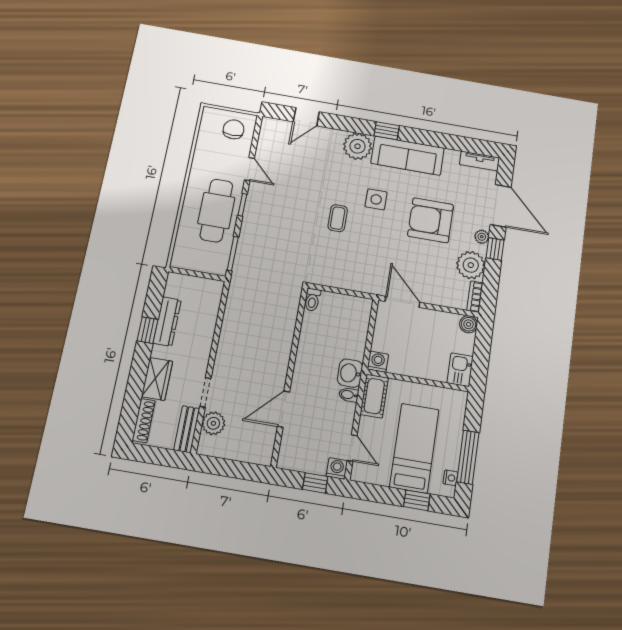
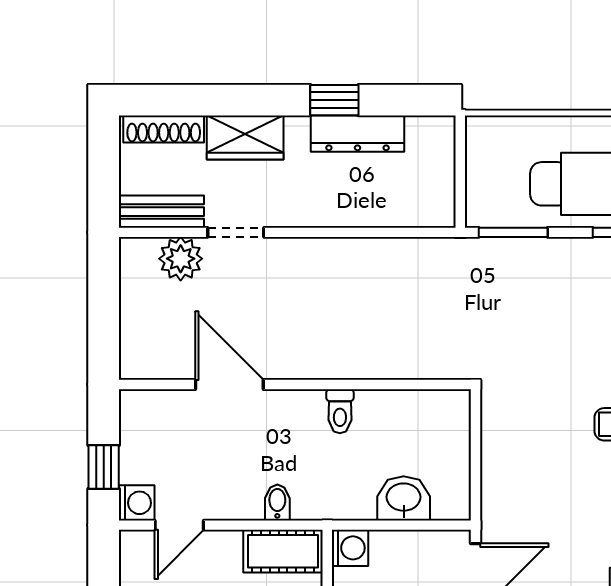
toilet: (312, 300) -> (340, 411), moved, turned -90
washbasin: (350, 373) -> (404, 498), moved

